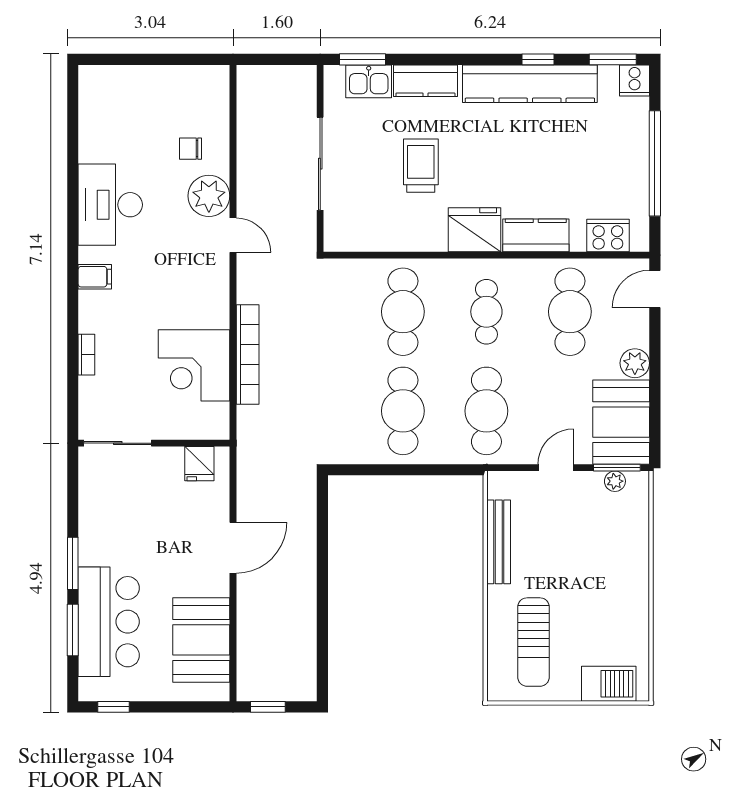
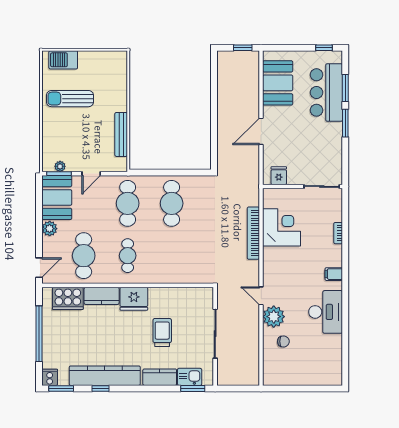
trolley: (421, 166) -> (162, 333), turned 180
cooker: (608, 235) -> (68, 298), width x1.37, depth x1.31
cafe table: (403, 312) -> (172, 256), removed
sun lounger: (534, 642) -> (70, 99), moved, turned -90

